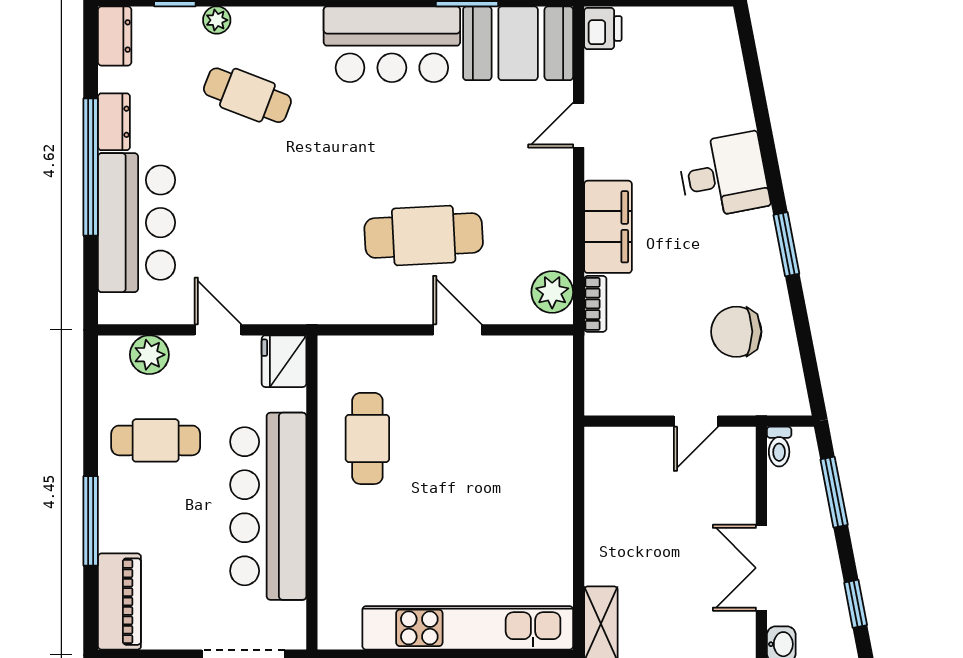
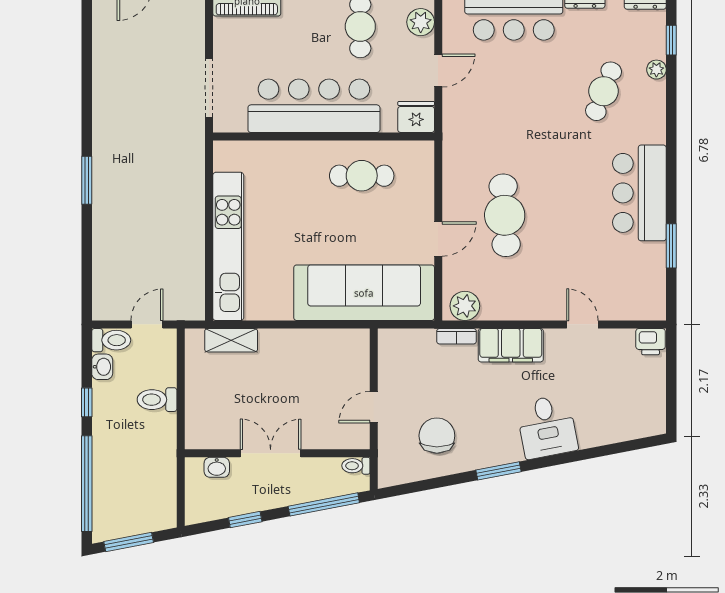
booth: (518, 43) -> (640, 282), removed
door: (696, 421) -> (374, 407), hinge flipped
sofa: (534, 435) -> (364, 293), added
window: (834, 492) -> (324, 504), width x1.44

